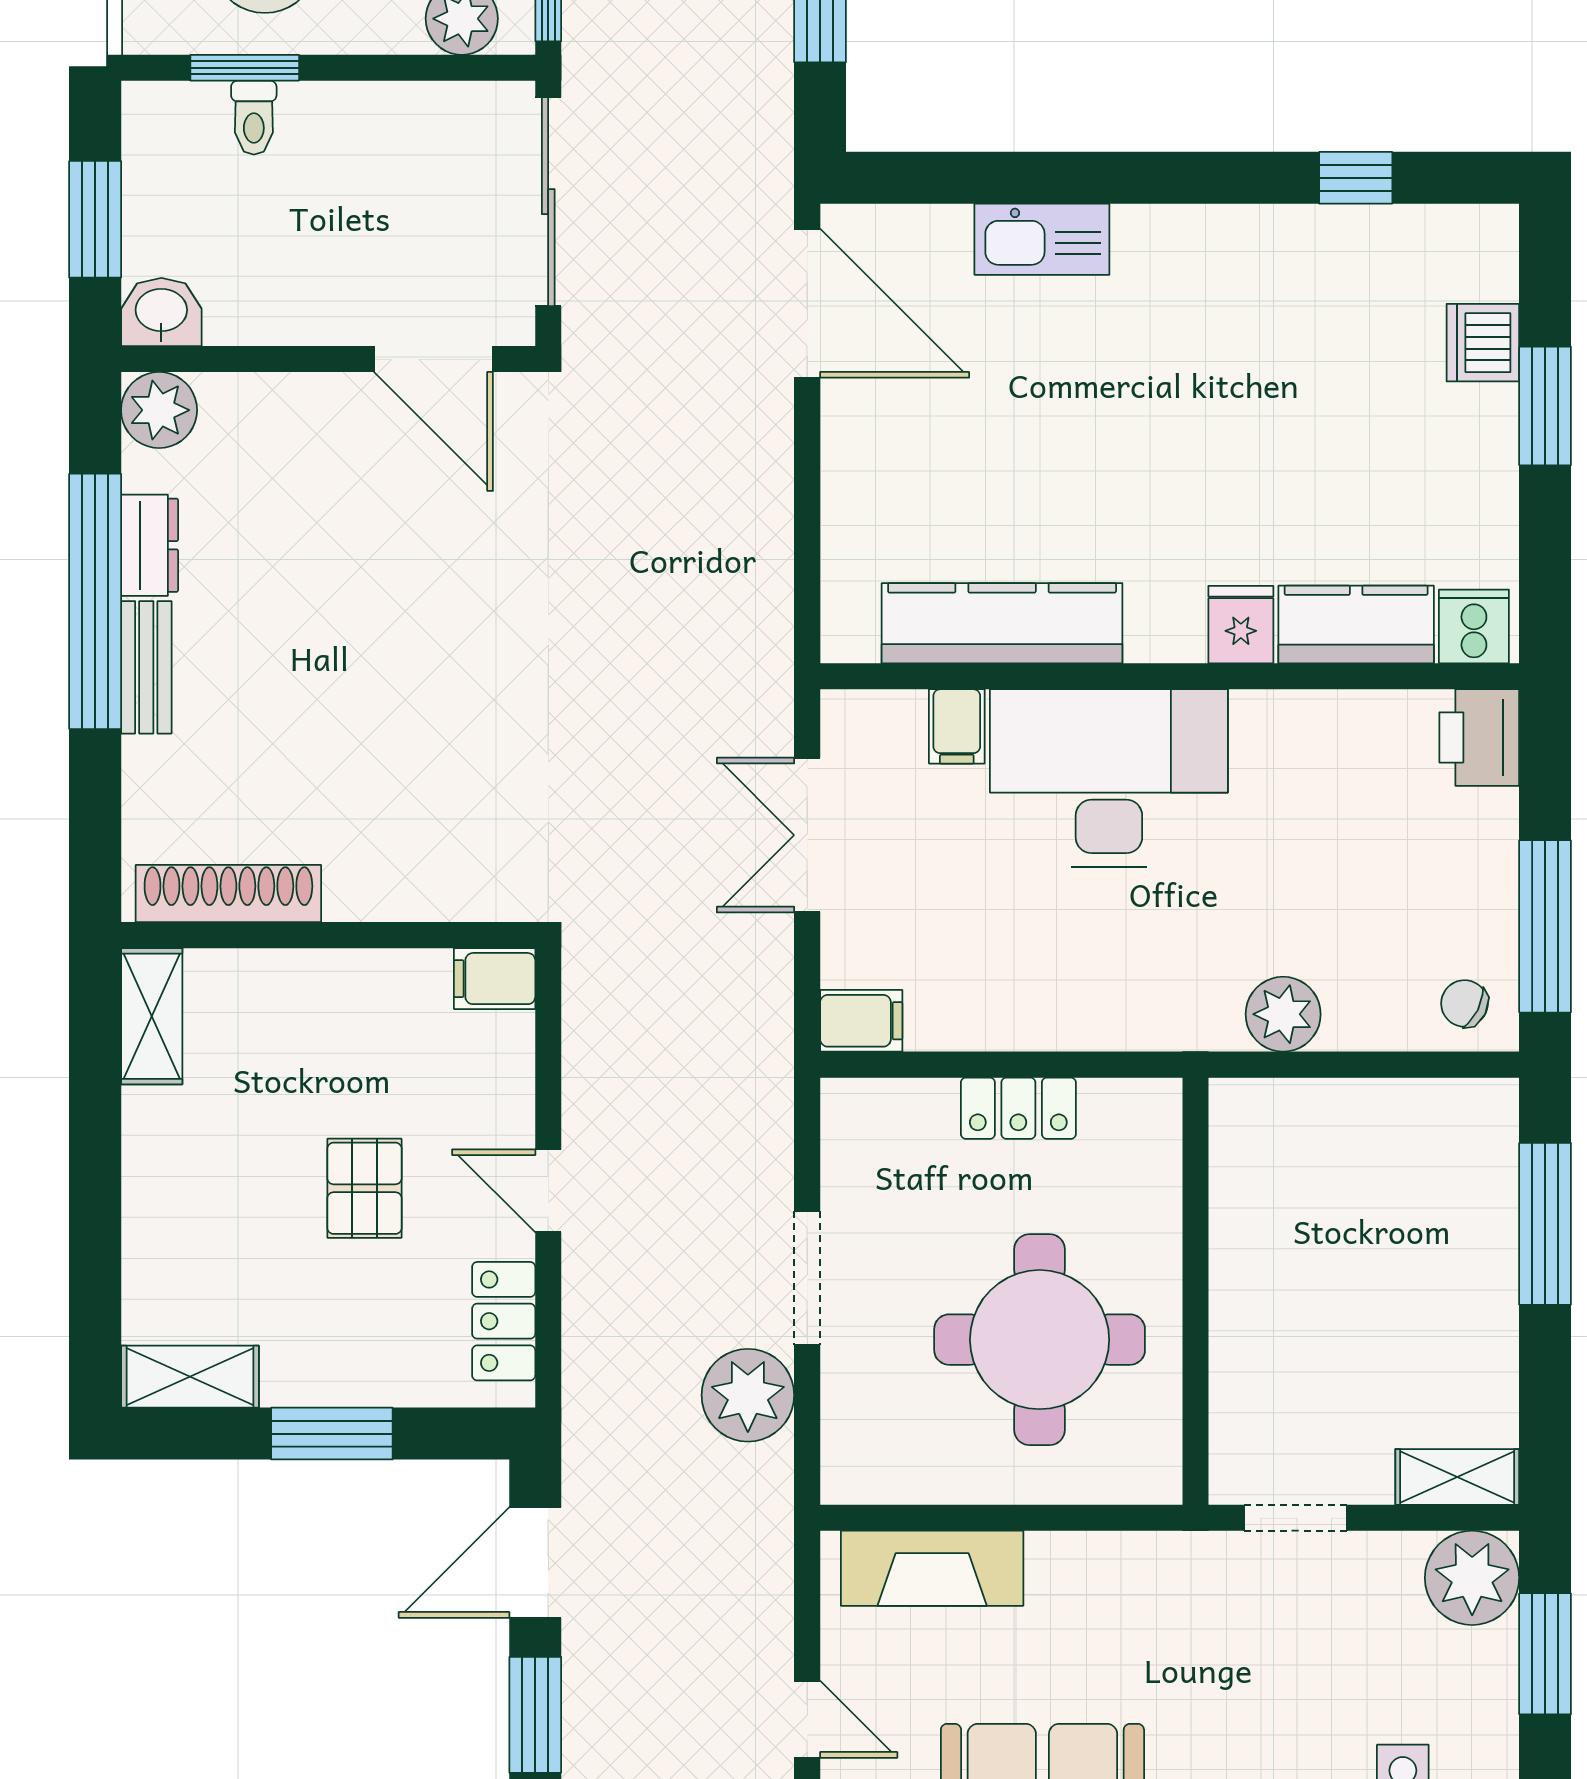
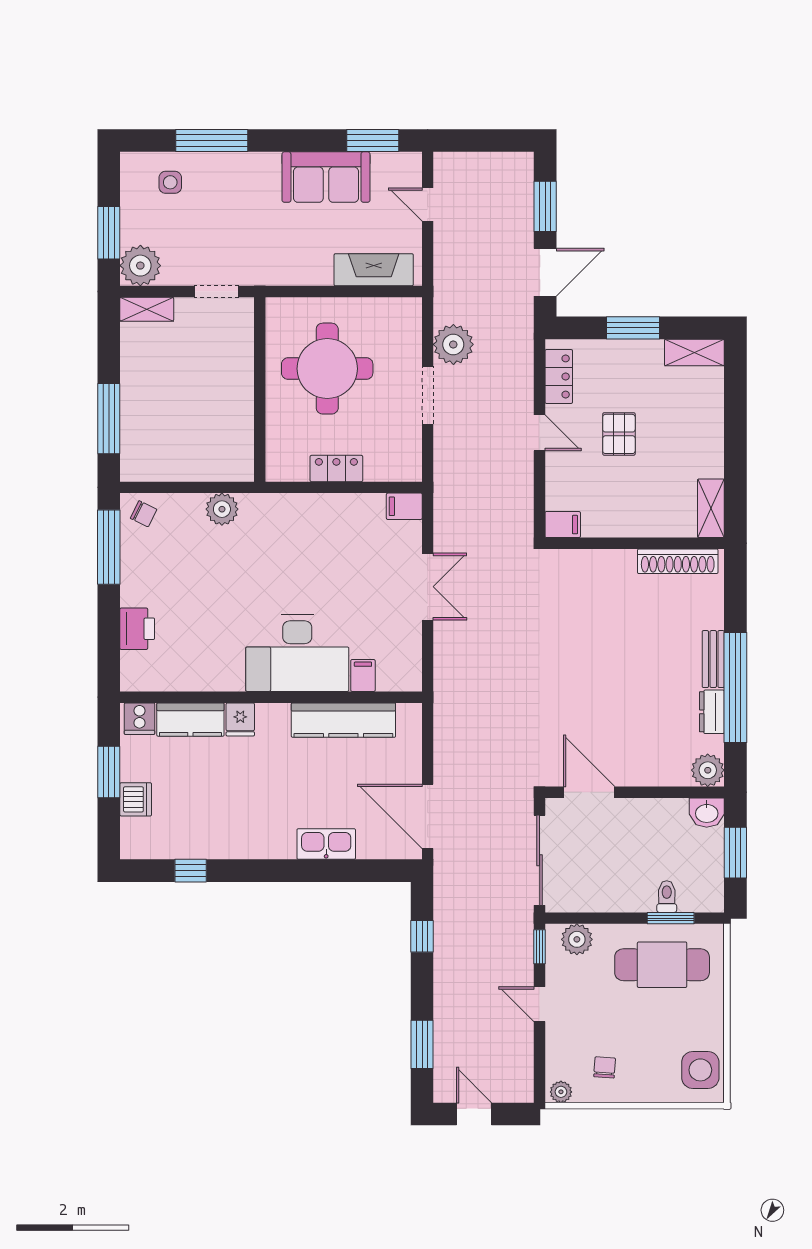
kitchen counter: (1002, 623) -> (343, 720), moved
kitchen counter: (1356, 624) -> (190, 720), moved
fridge: (1241, 625) -> (240, 719), moved
cooker: (1474, 626) -> (140, 719), moved
wall: (1170, 676) -> (271, 697), moved
filing cabinet: (957, 726) -> (363, 675), moved
desk: (1109, 778) -> (297, 653), moved

